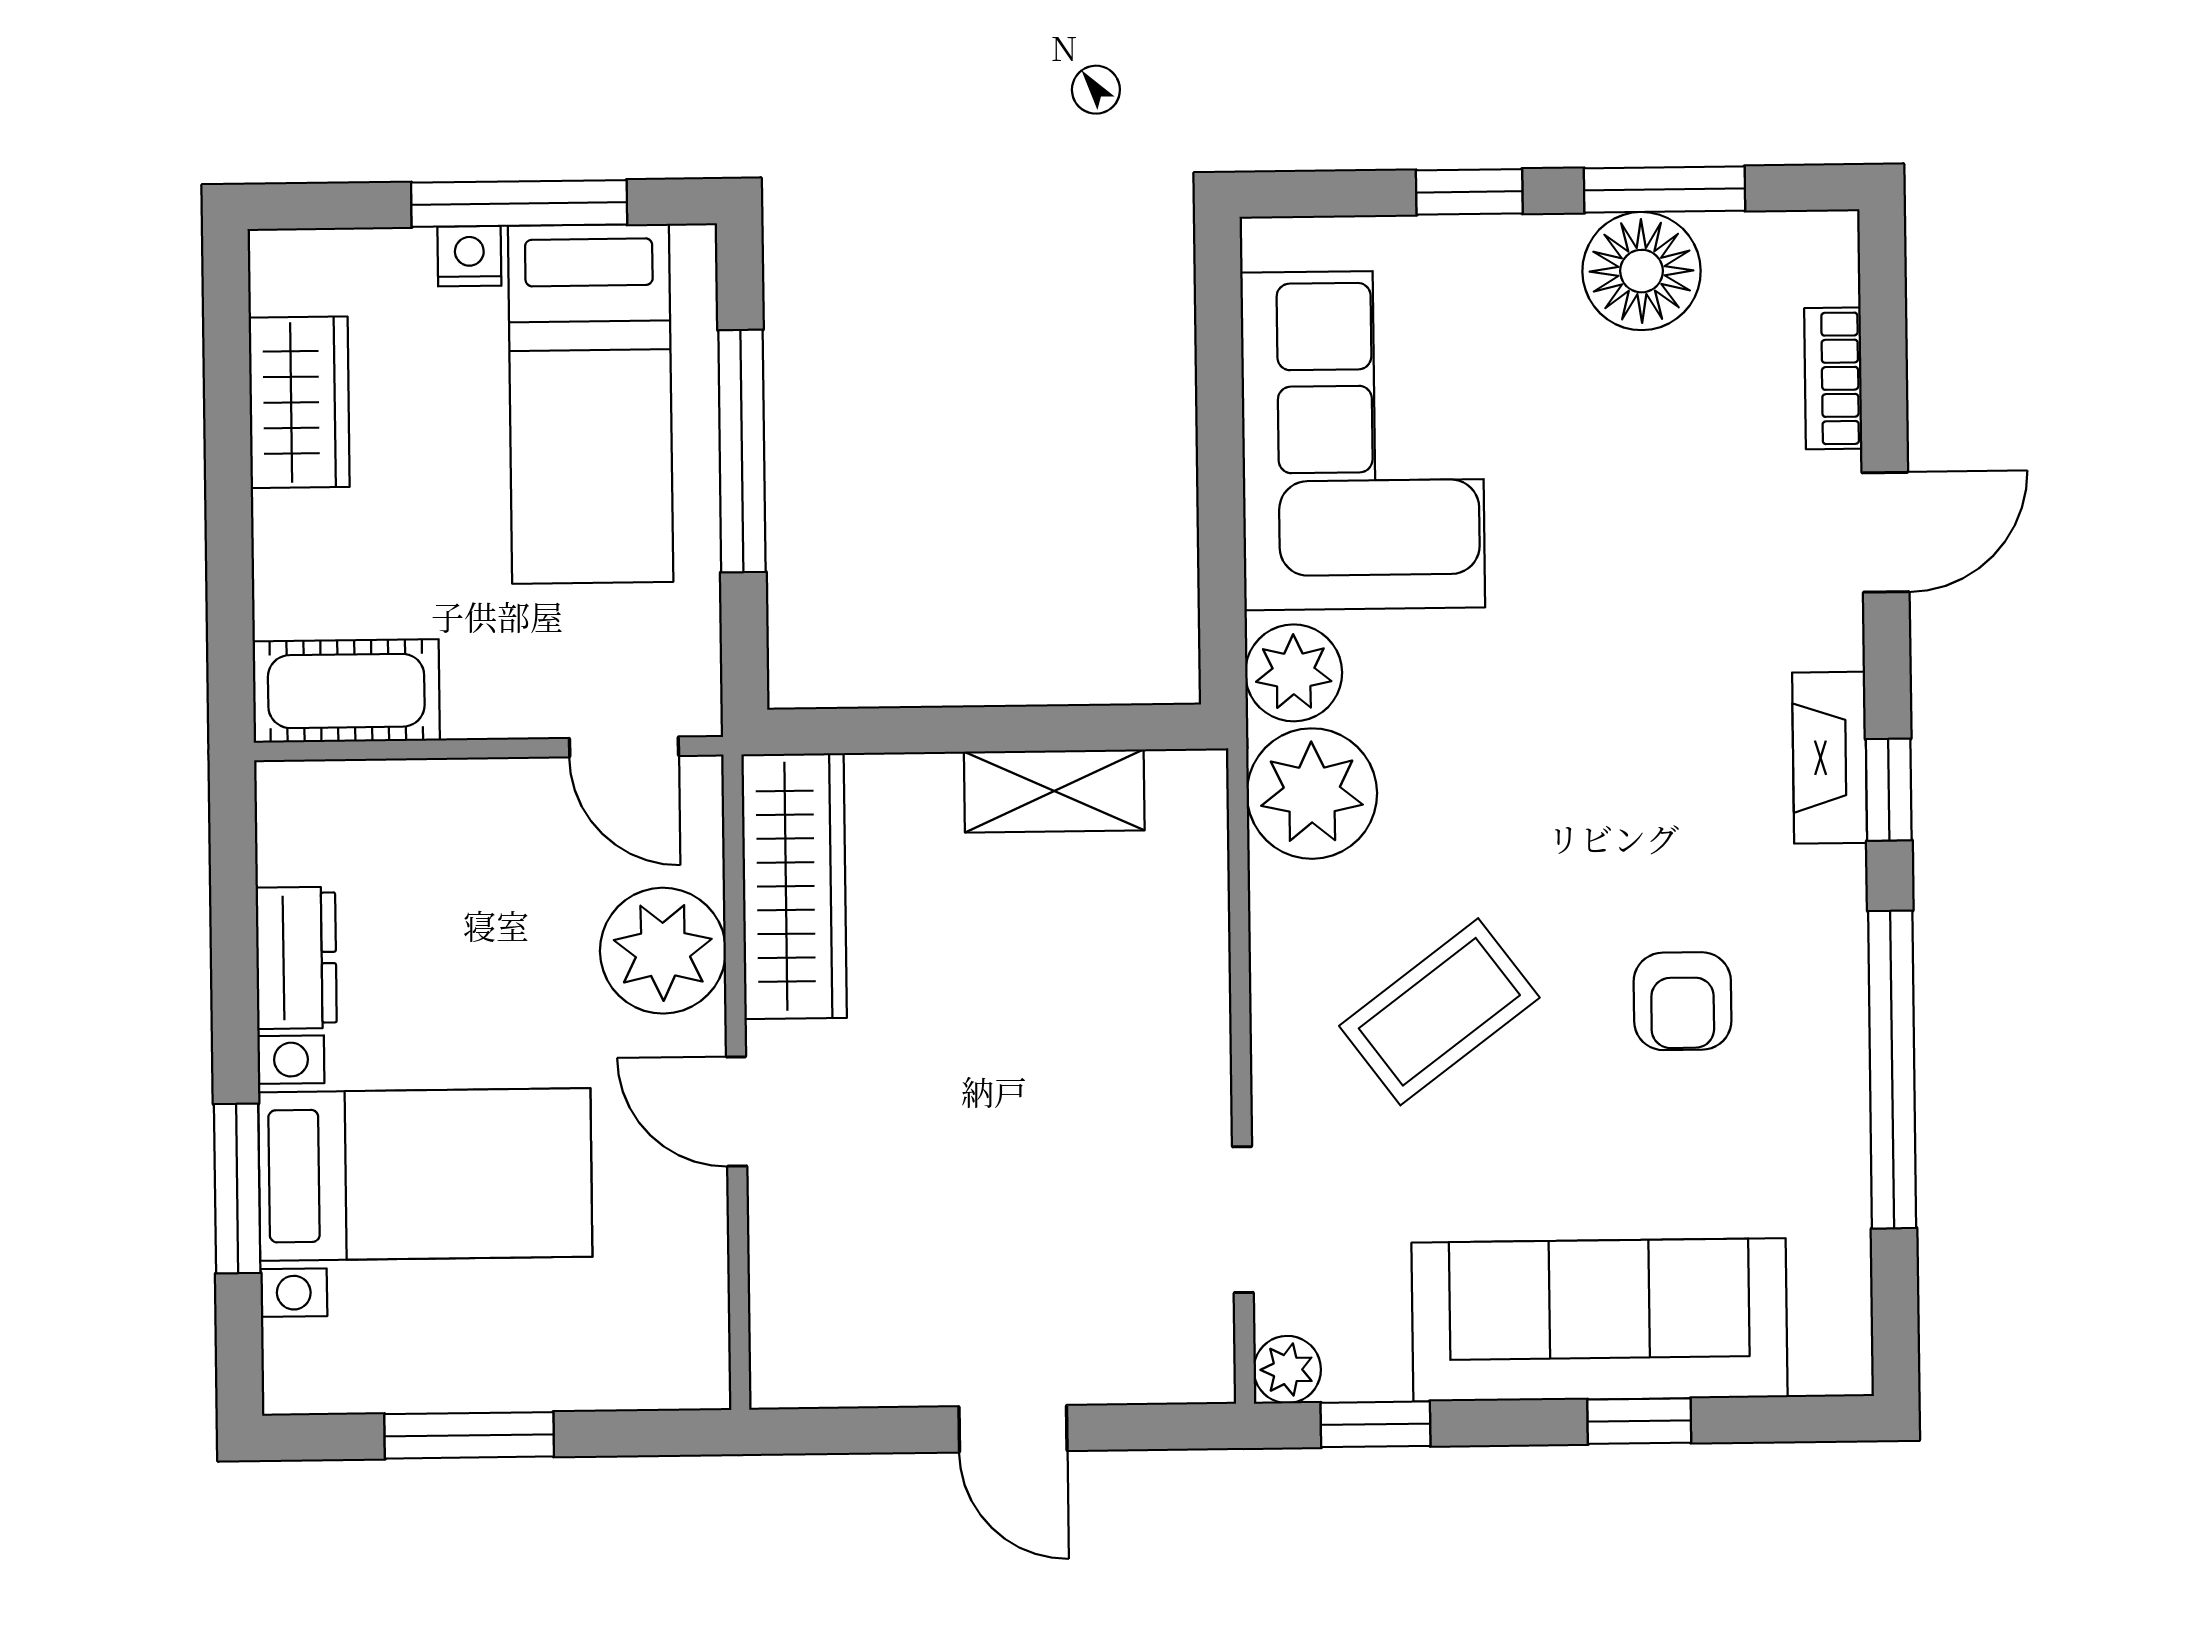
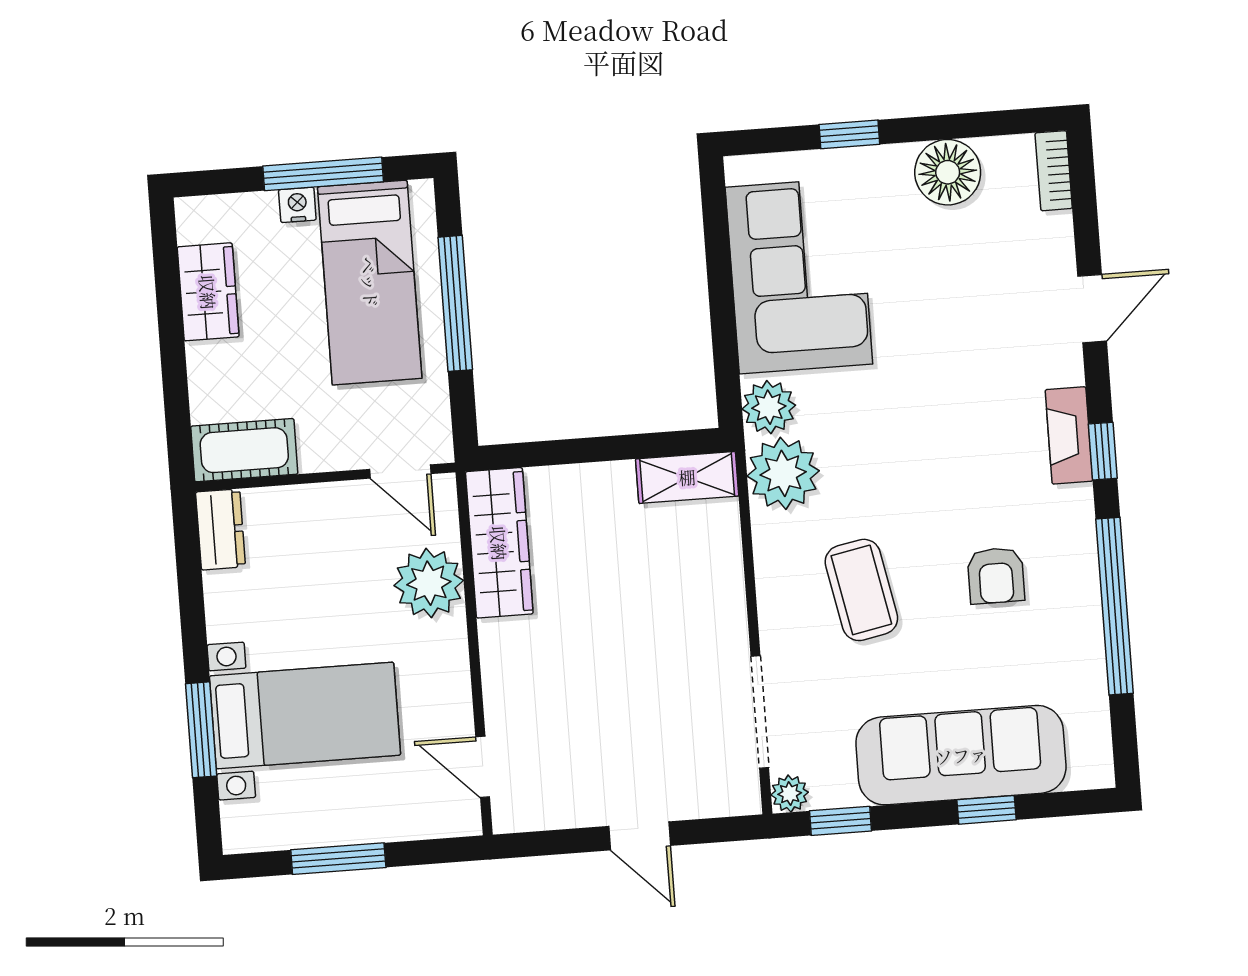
window: (1664, 189) -> (958, 126), removed
bookcase: (1833, 378) -> (1054, 171), moved
shelving: (1054, 791) -> (687, 477), moved
dresser: (296, 958) -> (221, 529), moved
coffee table: (1439, 1012) -> (861, 590), turned -64
door: (737, 1111) -> (483, 767), moved
doorway: (1243, 1220) -> (760, 712), width x1.38

